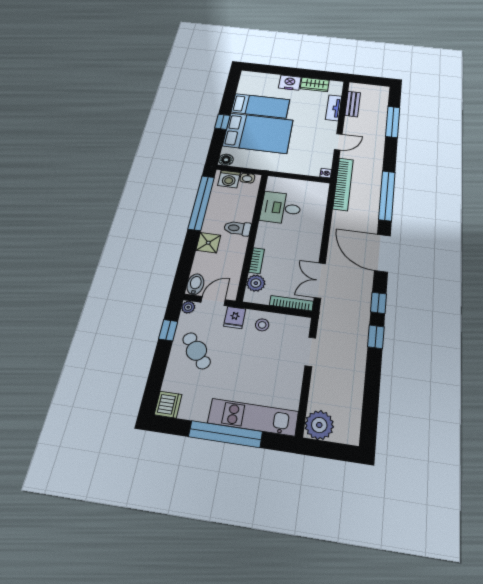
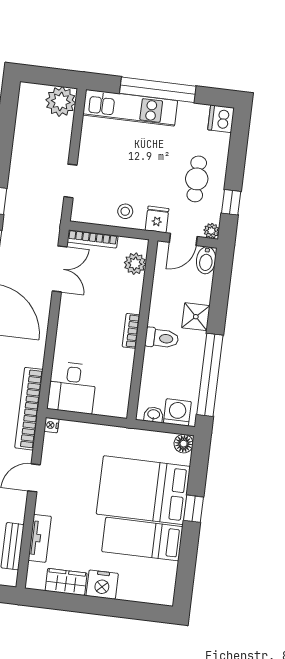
desk: (281, 208) -> (72, 388), moved, turned 90
bookcase: (257, 261) -> (131, 331), moved
cafe table: (196, 351) -> (197, 179), turned 40

